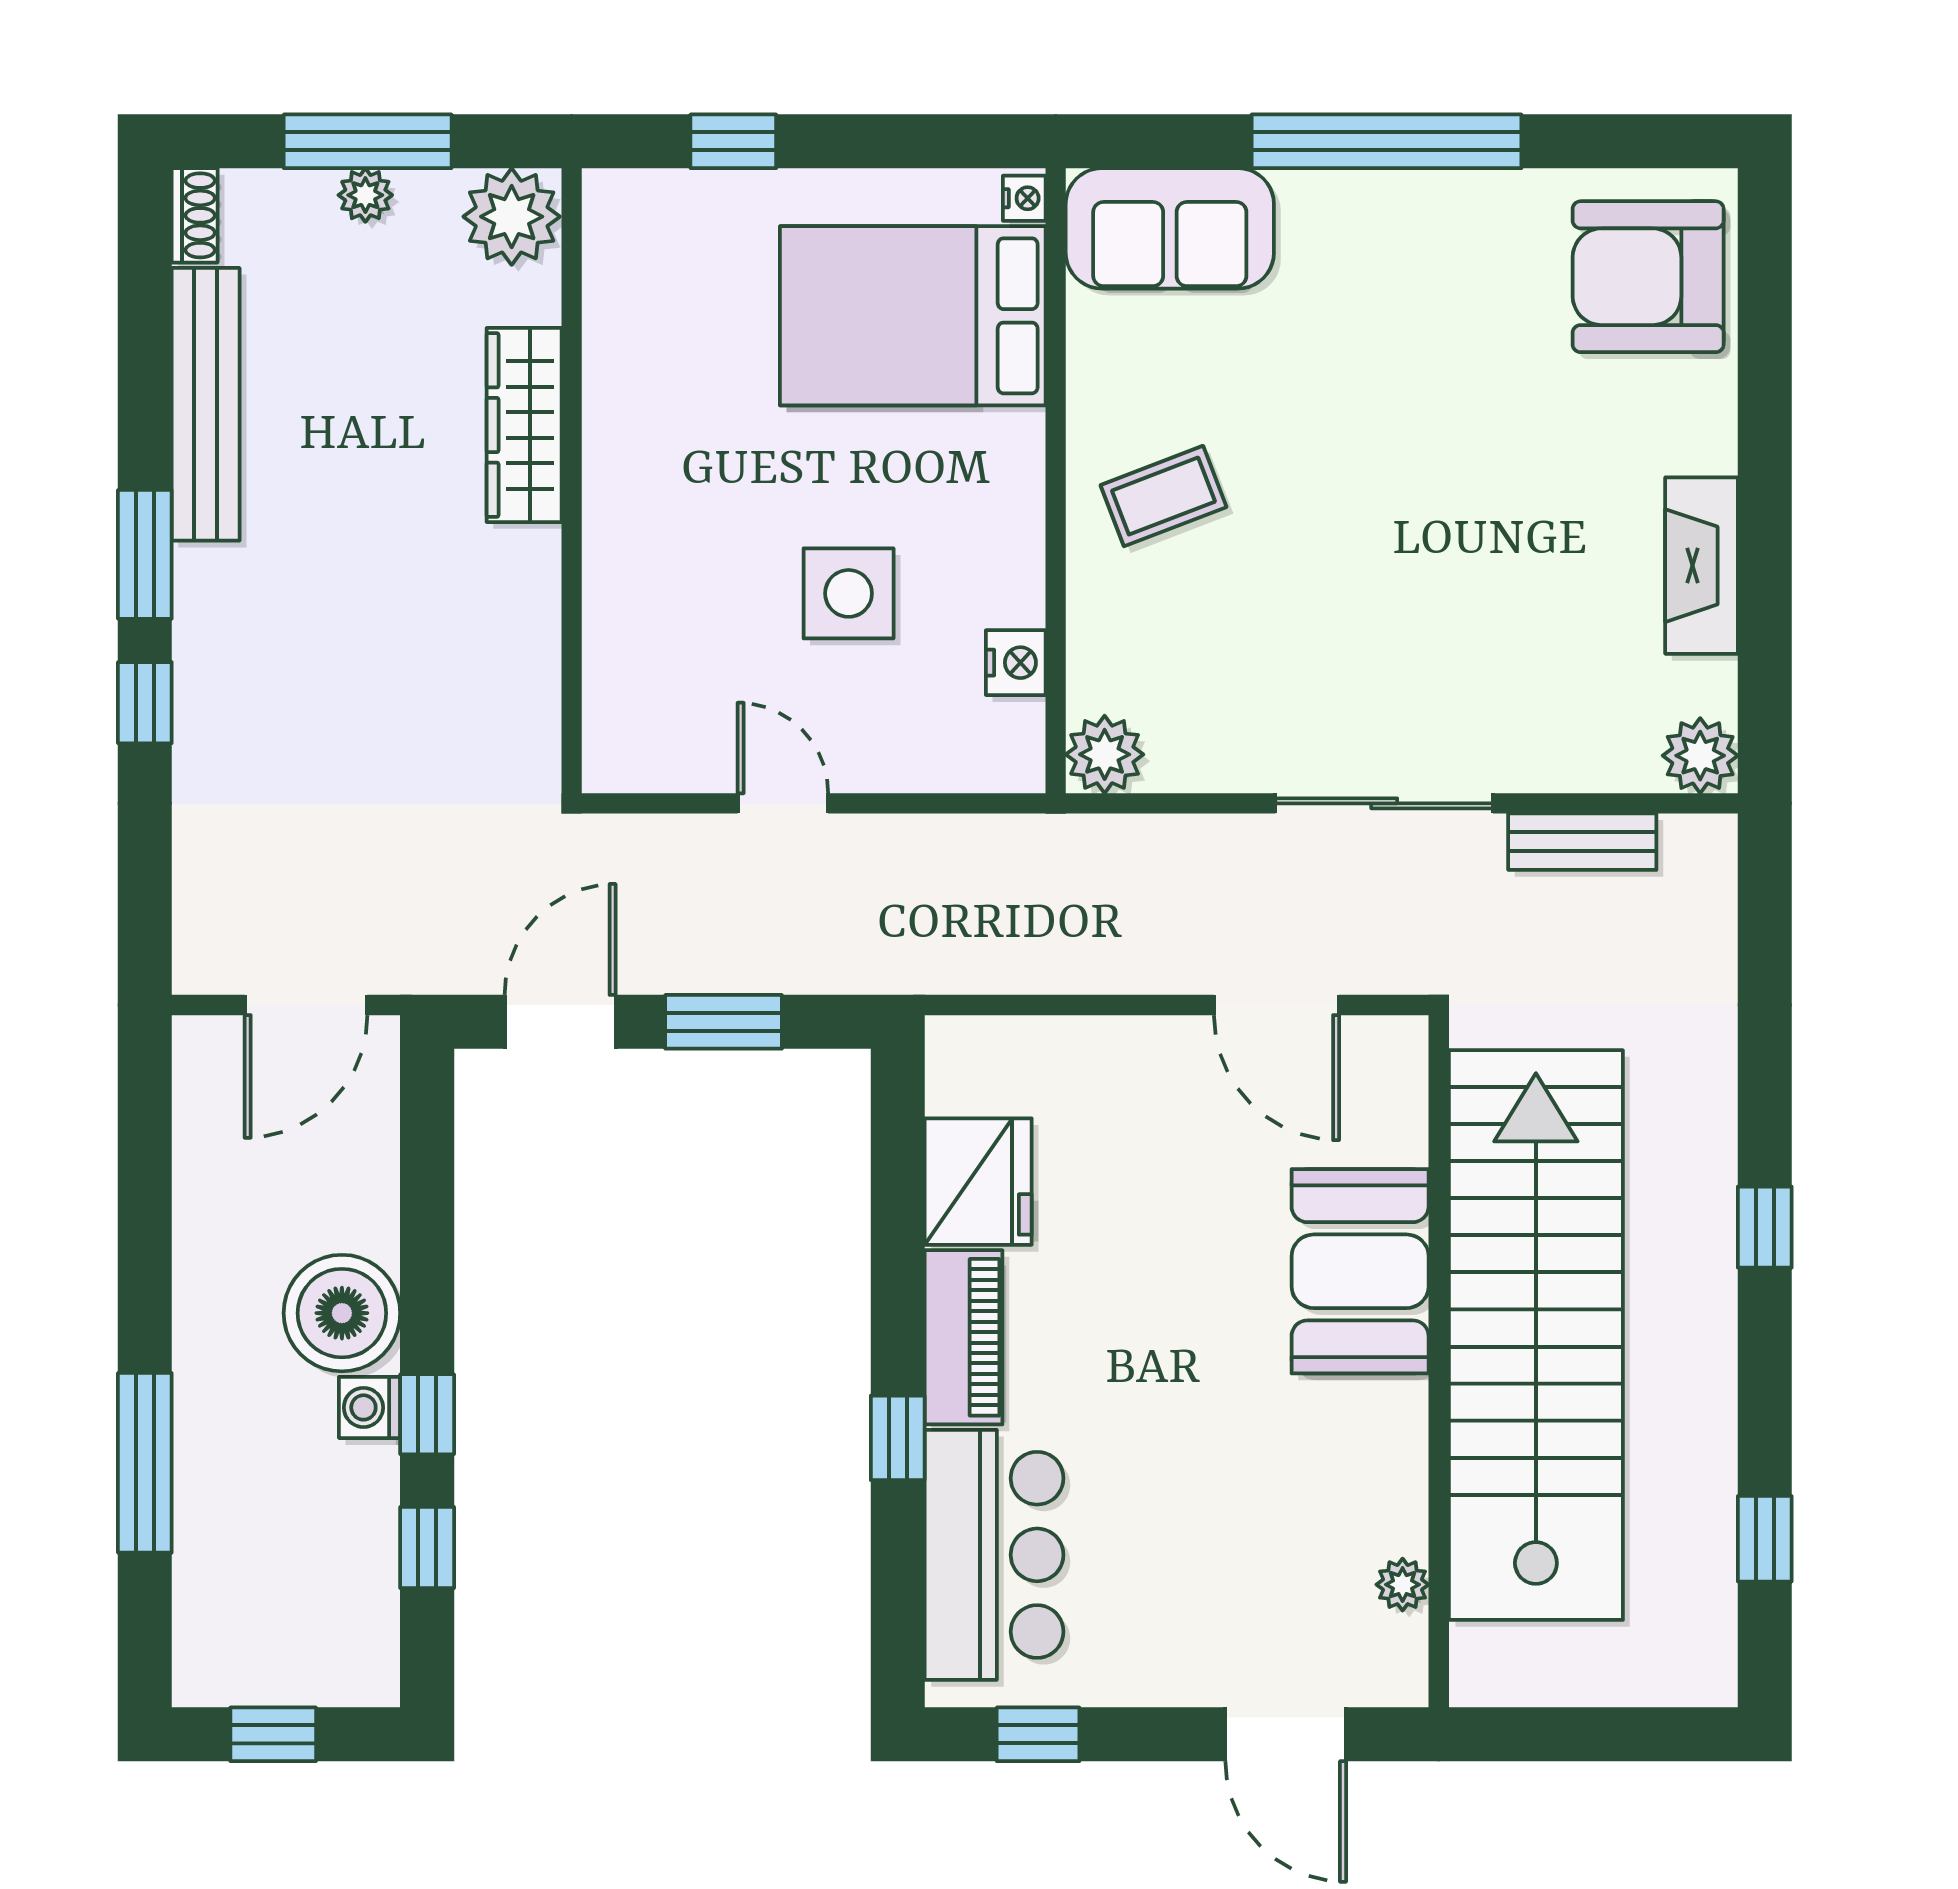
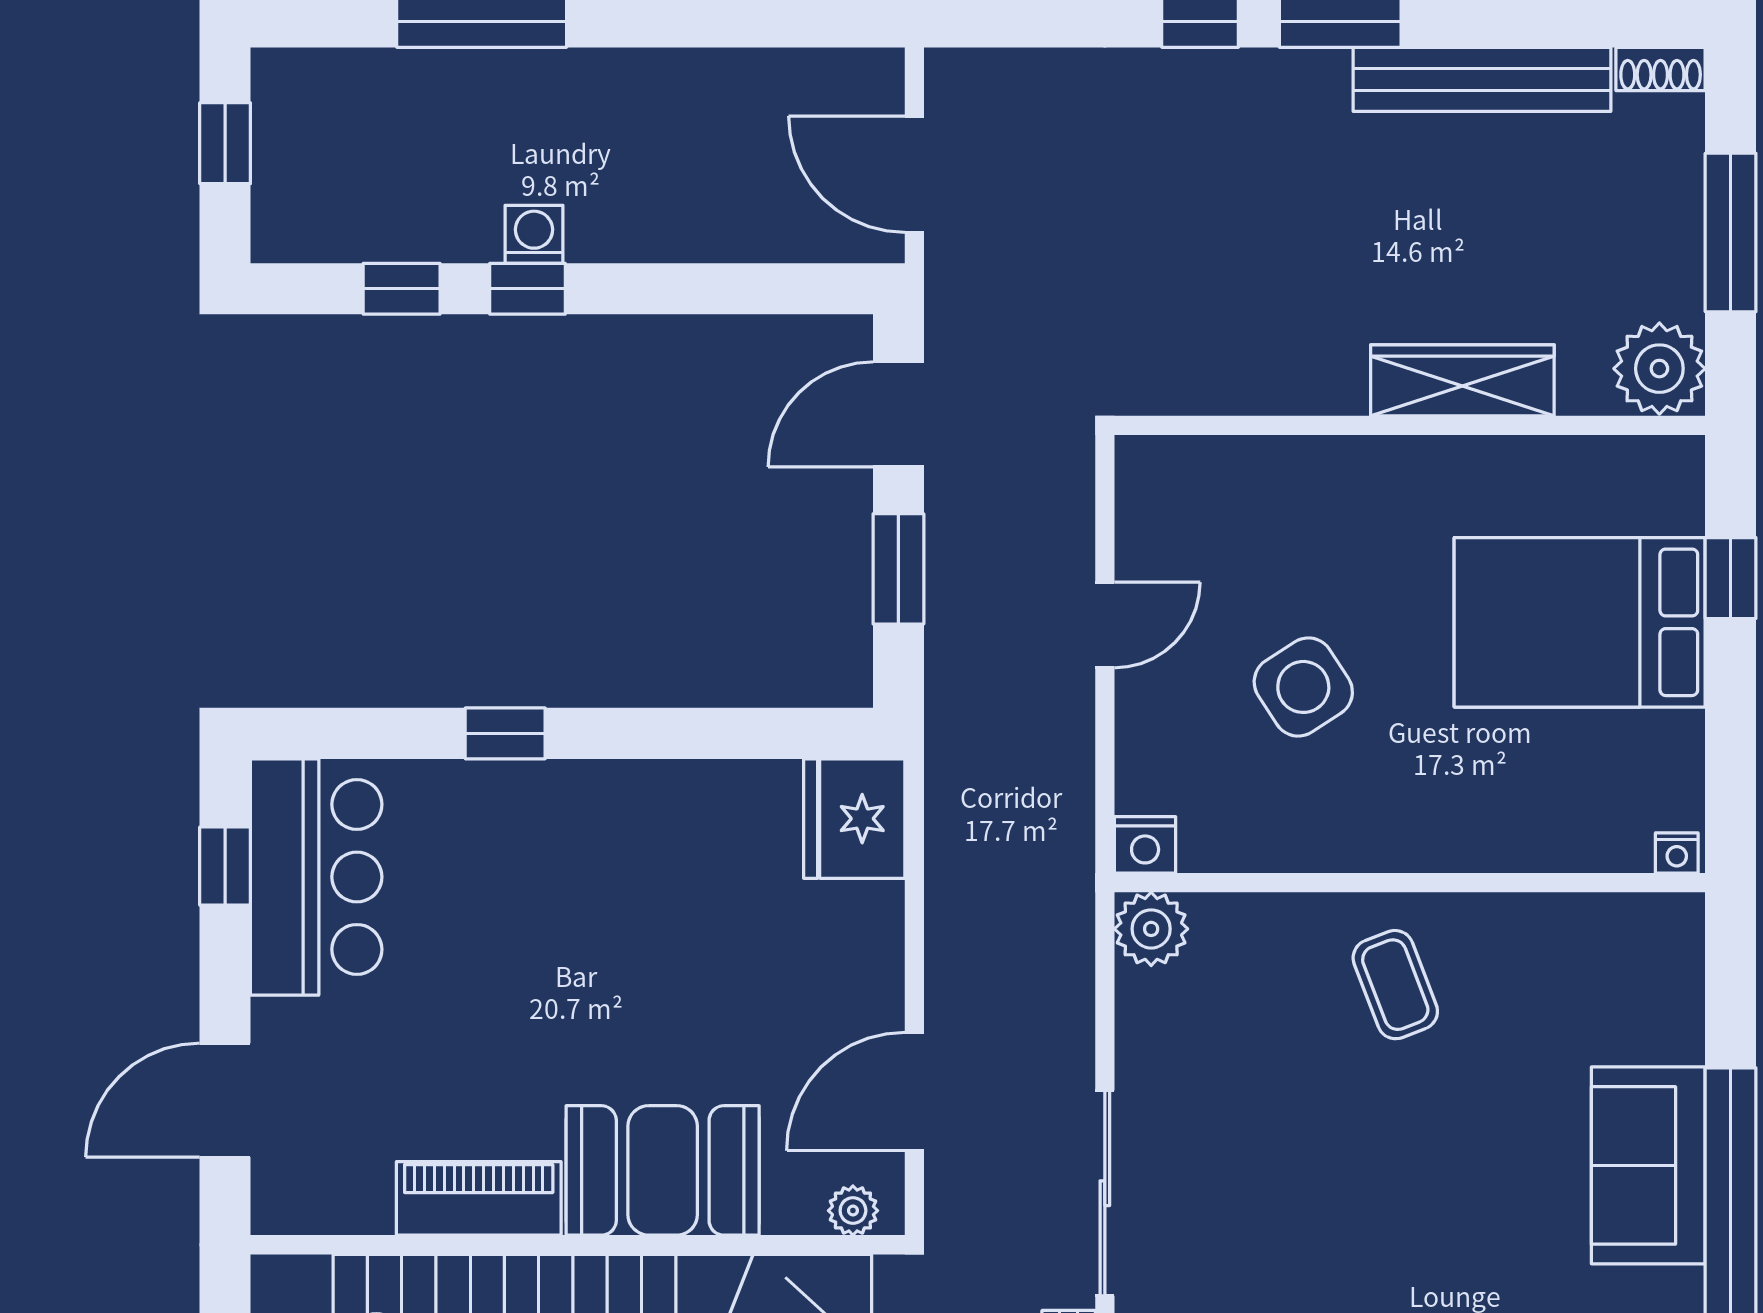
plant: (365, 195) -> (1680, 230), removed
sofa: (1170, 228) -> (1648, 1165), moved
bed: (913, 316) -> (1580, 622), moved, turned -90
side table: (849, 593) -> (1303, 687), turned -33
nightstand: (1016, 663) -> (1145, 845), moved
door: (560, 1022) -> (898, 414), swing flipped
fridge: (978, 1182) -> (854, 819), moved, turned 90
boiler: (342, 1313) -> (623, 208), removed
piano: (963, 1337) -> (479, 1198), moved, turned 180
bar counter: (994, 1555) -> (316, 877), moved, turned -90
plant: (1403, 1585) -> (853, 1211), moved

